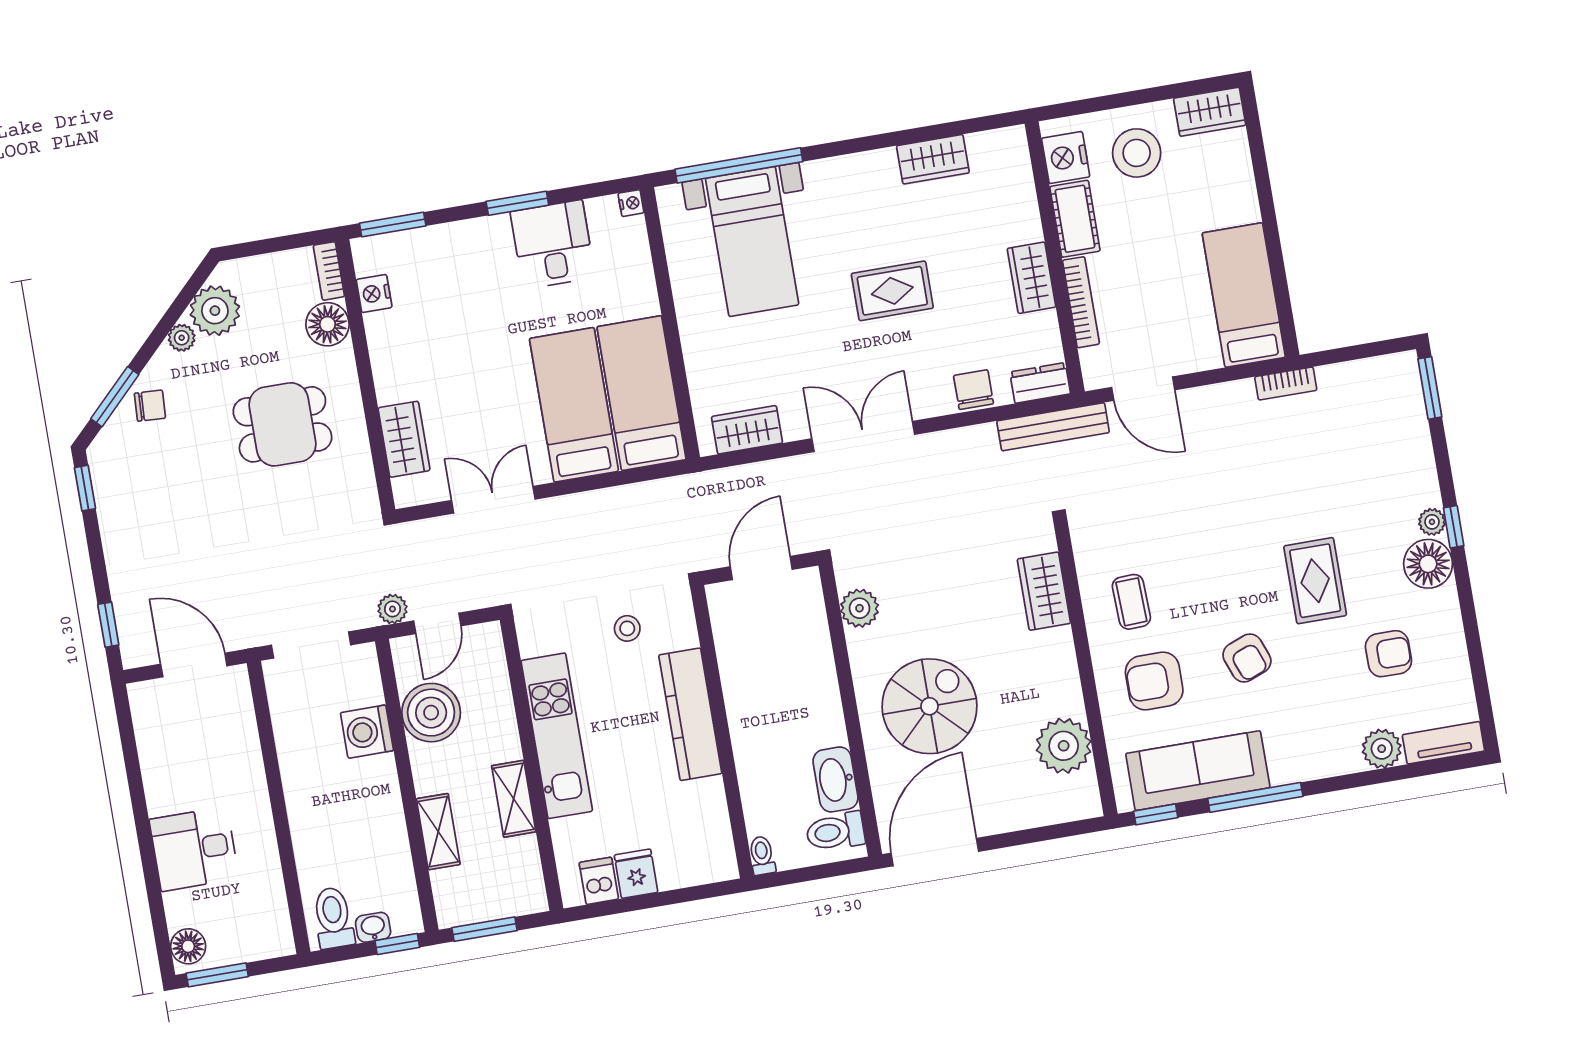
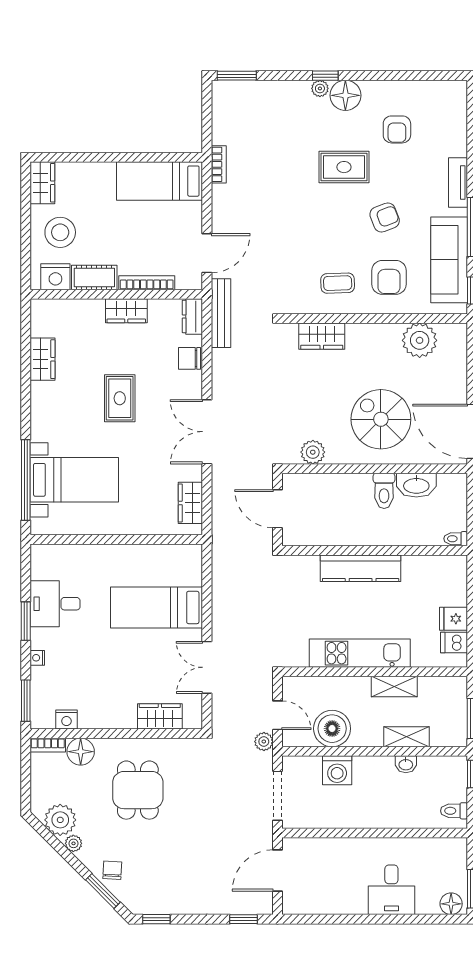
nightstand: (631, 203) -> (37, 658), moved, turned -90
bed: (642, 393) -> (156, 564), removed
stool: (627, 628) -> (301, 598), removed
armchair: (1388, 654) -> (397, 129), turned 180
tv unit: (1443, 743) -> (458, 182), moved
plant: (1382, 749) -> (455, 144), removed
toilet: (835, 832) -> (384, 491), moved
toilet: (333, 918) -> (454, 811), width x0.73, depth x0.72
washbasin: (373, 927) -> (406, 764), moved, turned -90

